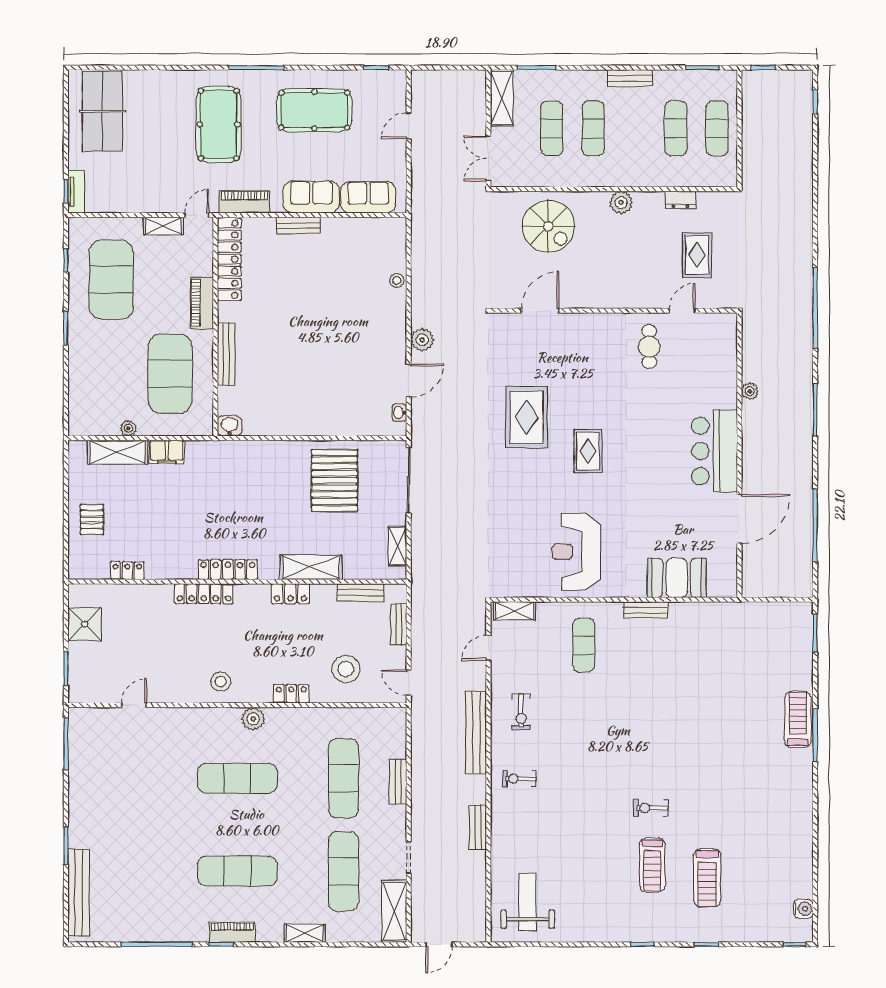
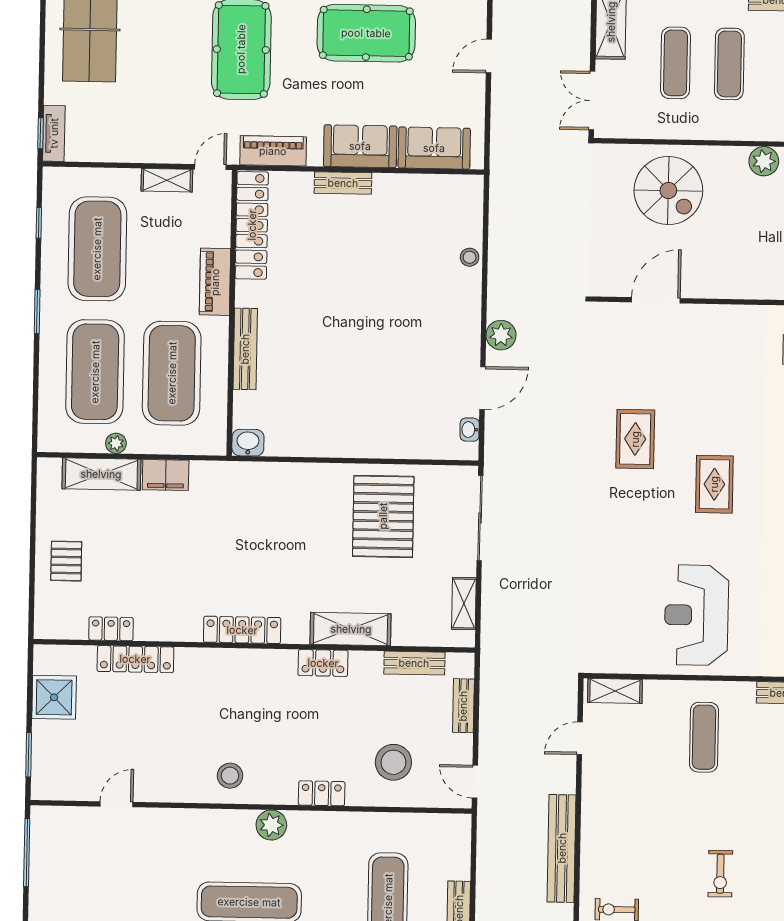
exercise mat: (111, 374) -> (95, 372), added
rug: (527, 417) -> (635, 439), width x0.73, depth x0.70
locker: (204, 594) -> (135, 659), moved
exercise bike: (521, 712) -> (720, 874), moved

